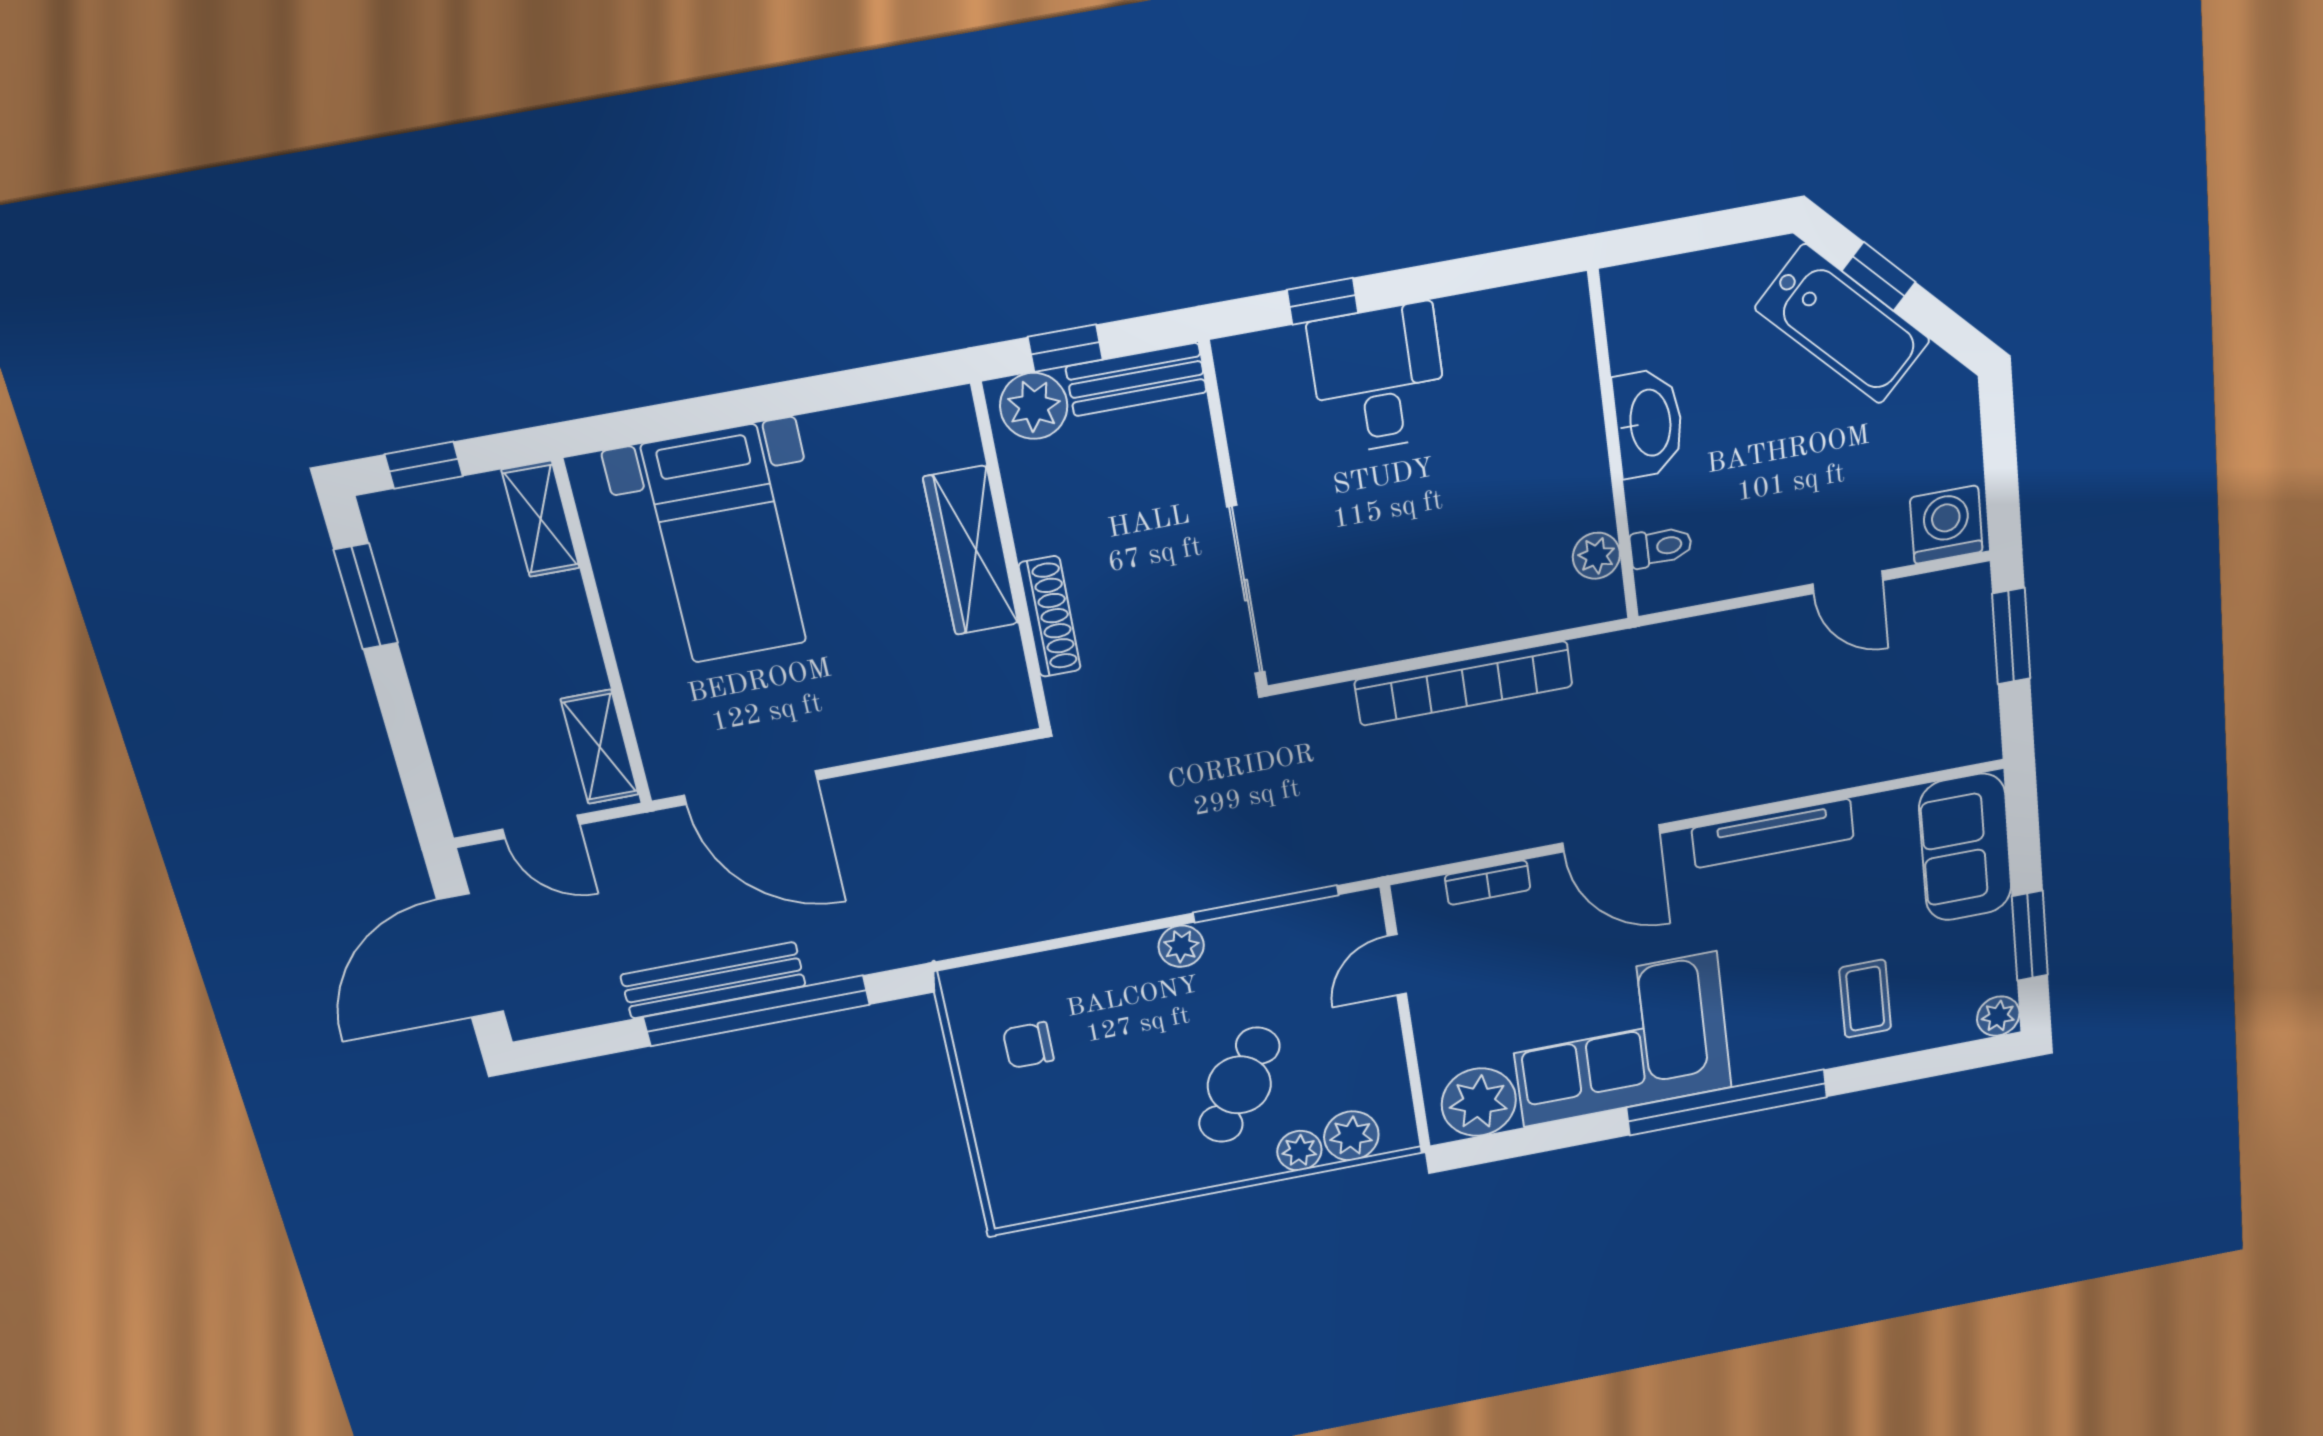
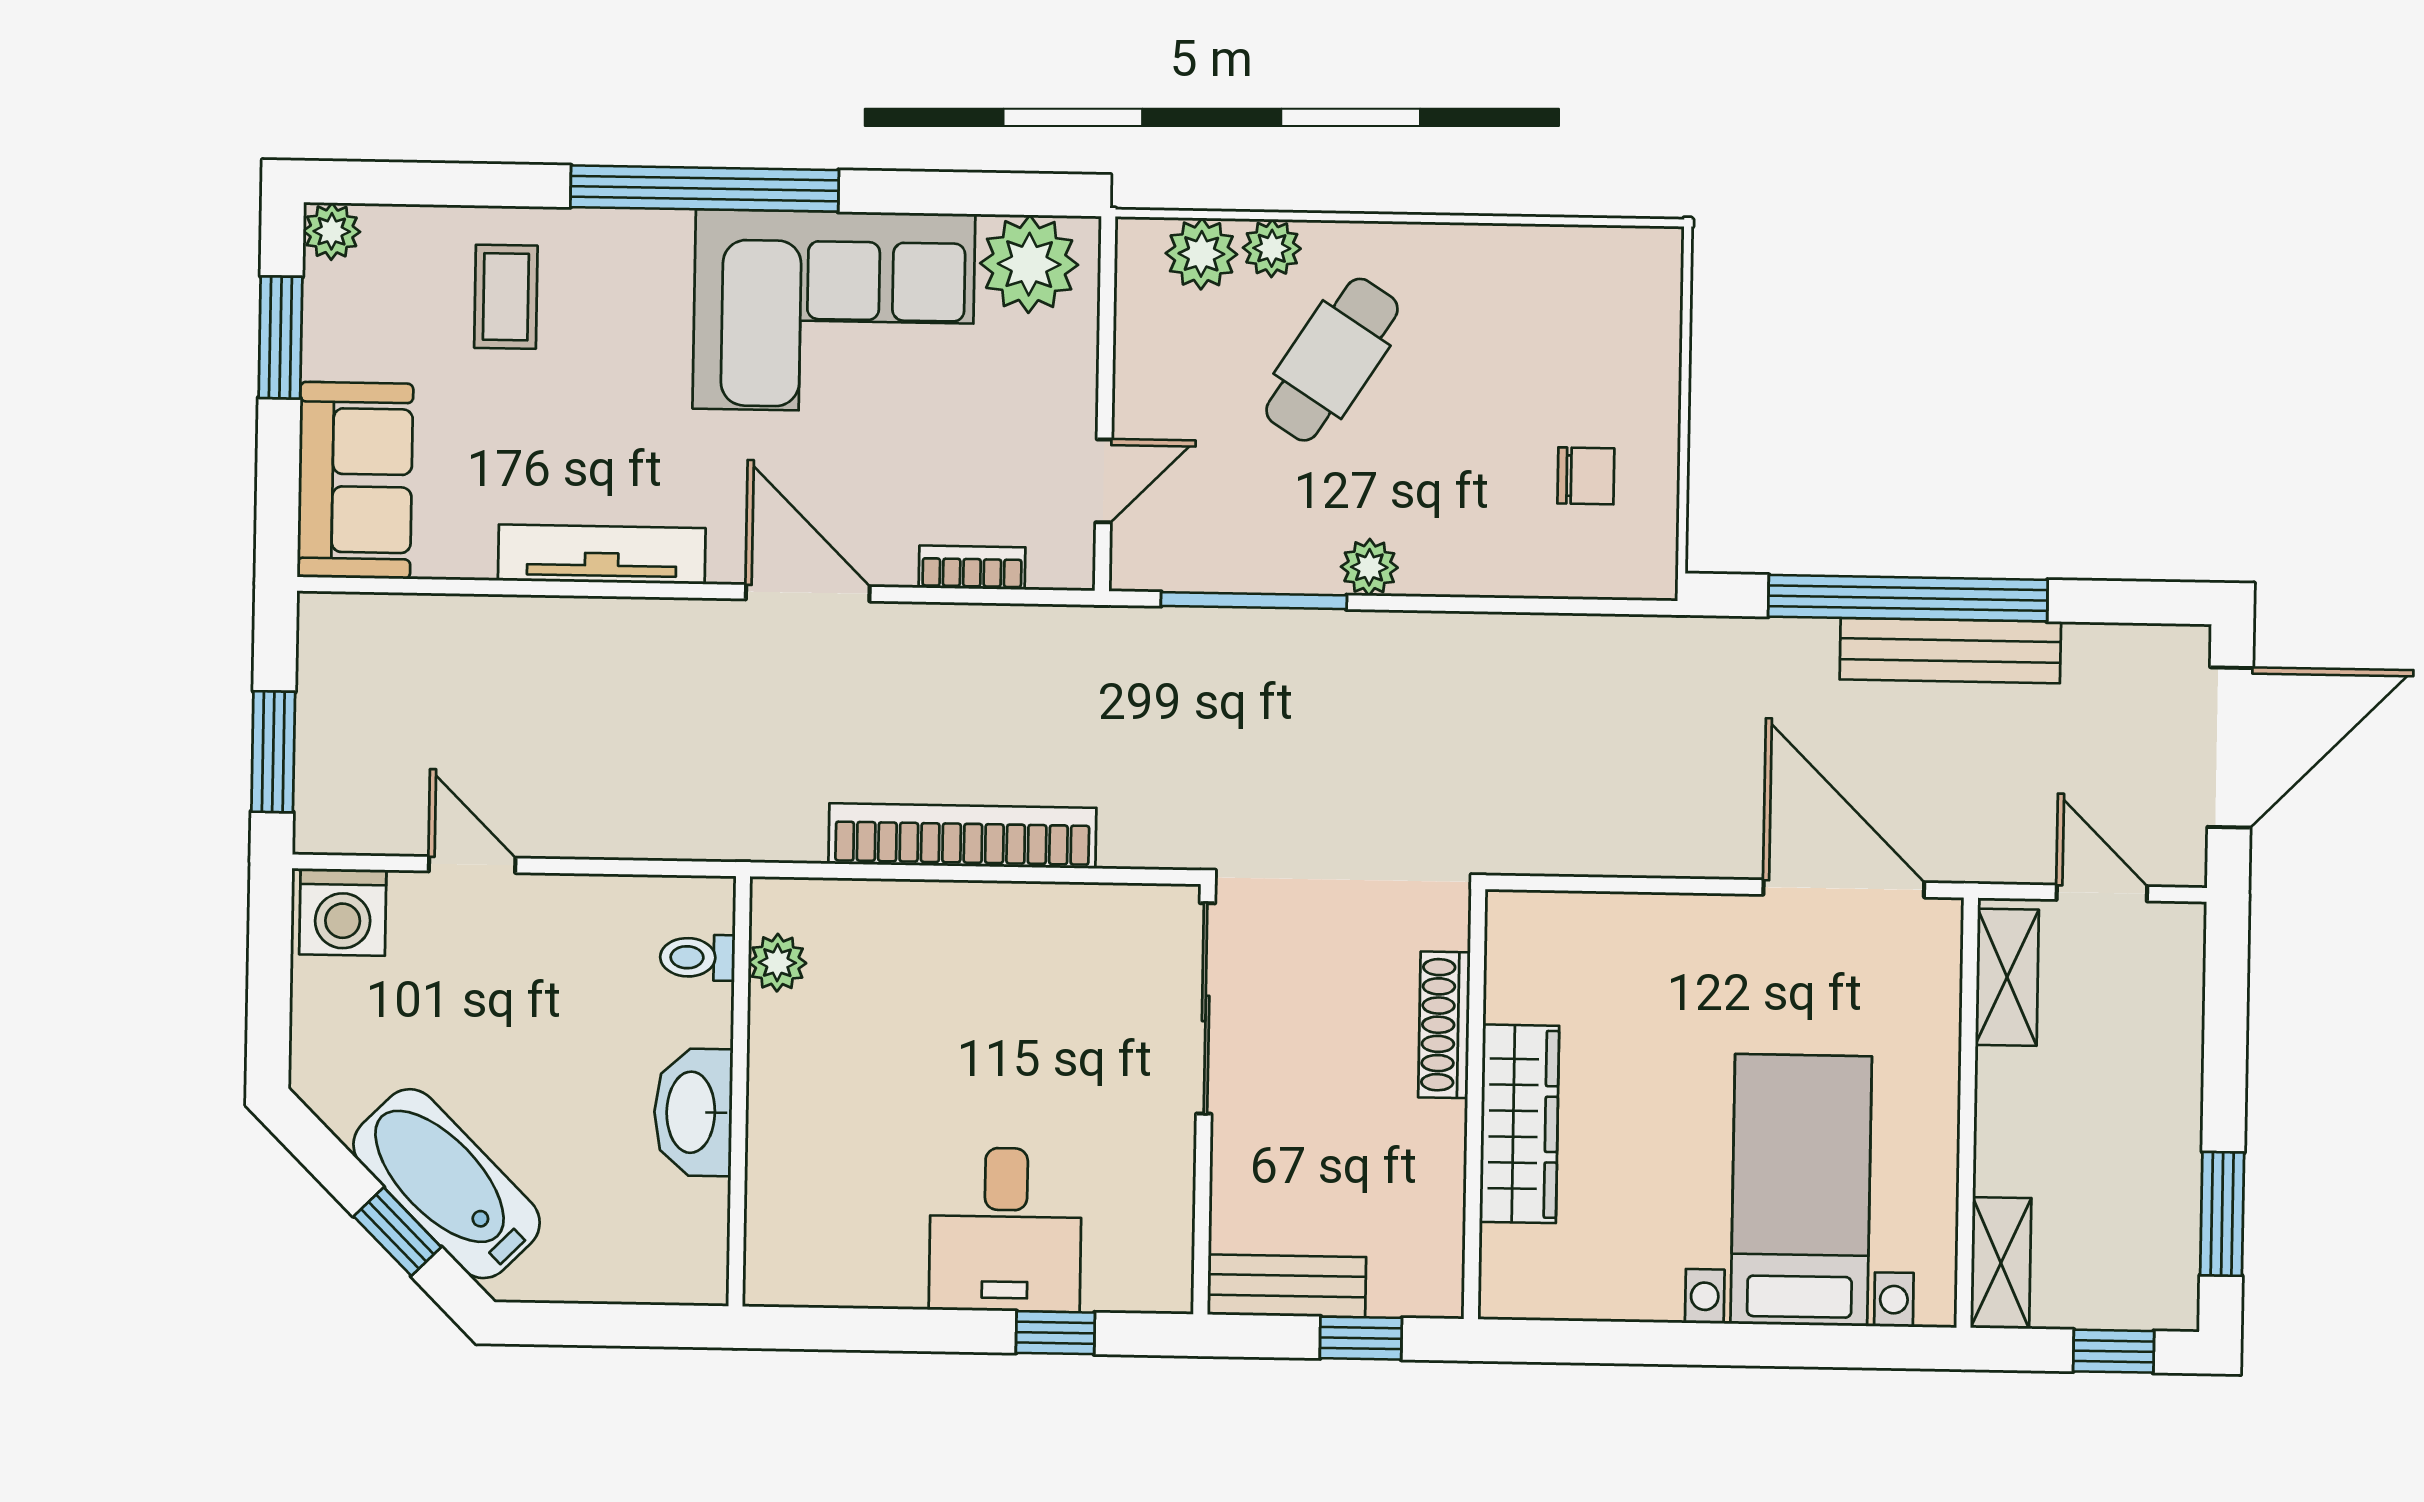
plant: (1034, 406) -> (1411, 1279), removed

